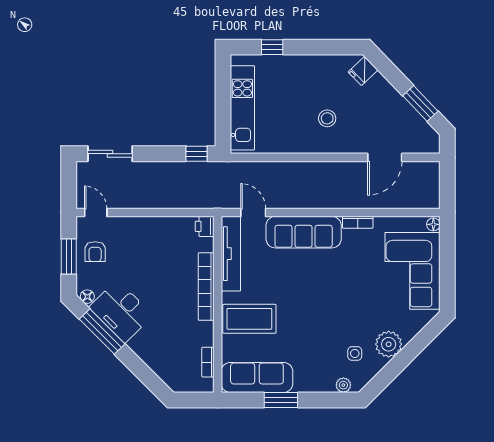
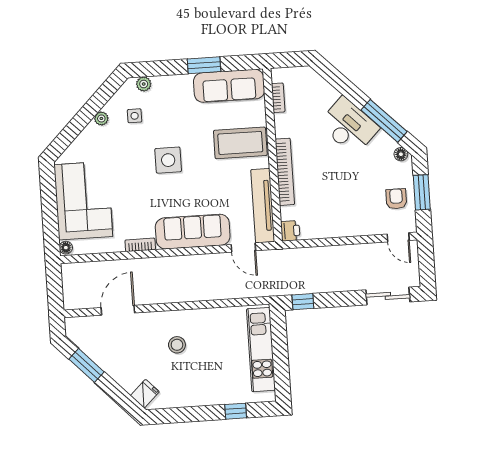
side table: (324, 306) -> (168, 160), added
desk: (121, 311) -> (349, 126), moved
plant: (389, 344) -> (101, 118), width x0.53, depth x0.53

